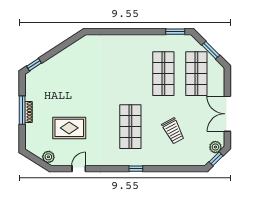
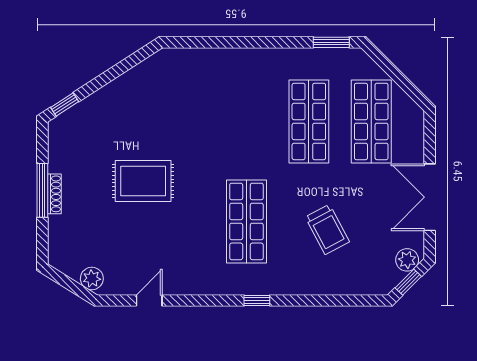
window: (211, 50) -> (398, 77), removed
rug: (69, 128) -> (143, 181), moved

